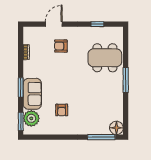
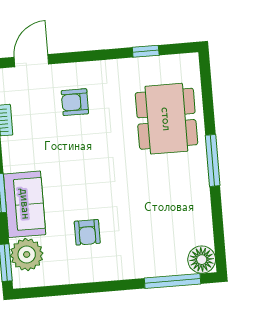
door: (54, 24) -> (31, 61), moved
dining table: (105, 58) -> (166, 119), turned 90

